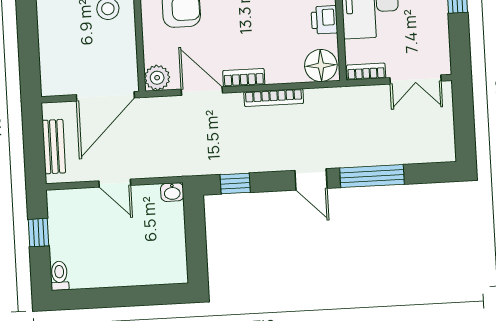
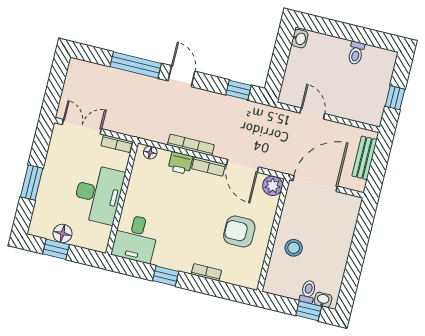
printer: (324, 20) -> (180, 163), moved, turned 90
floor lamp: (321, 65) -> (150, 152), width x0.53, depth x0.53
door: (115, 183) -> (312, 113), moved
washbasin: (172, 192) -> (300, 39), moved, turned 90
toilet: (59, 276) -> (356, 53), moved

